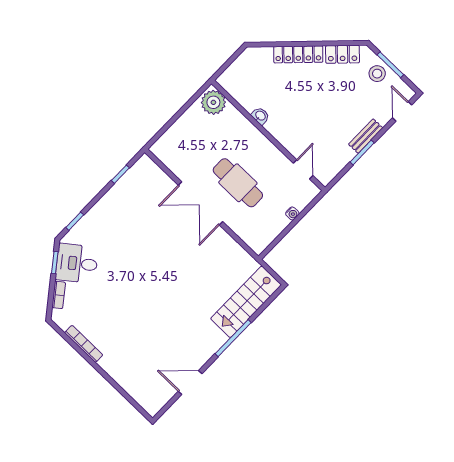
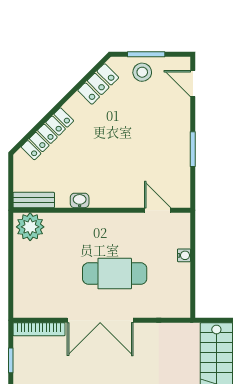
locker: (298, 54) -> (47, 134), moved
bench: (366, 136) -> (34, 200), moved, turned 90
bookcase: (157, 172) -> (39, 329), added

